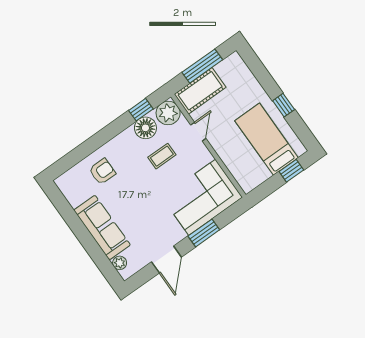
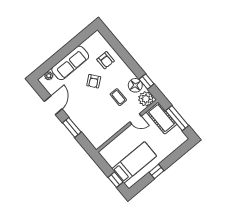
armchair: (134, 193) -> (94, 81), added
corner sofa: (202, 197) -> (94, 125), removed
door: (166, 260) -> (53, 105), swing flipped

